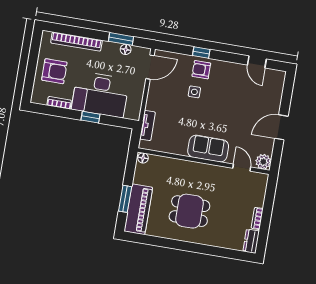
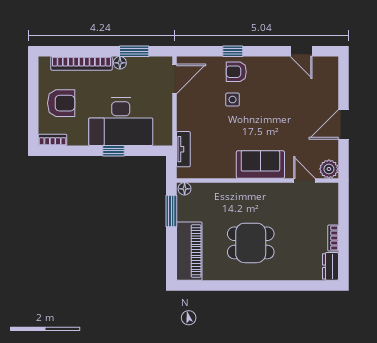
floor lamp: (126, 49) -> (120, 63), moved
bookcase: (59, 103) -> (53, 140), moved
window: (125, 199) -> (171, 211), moved

